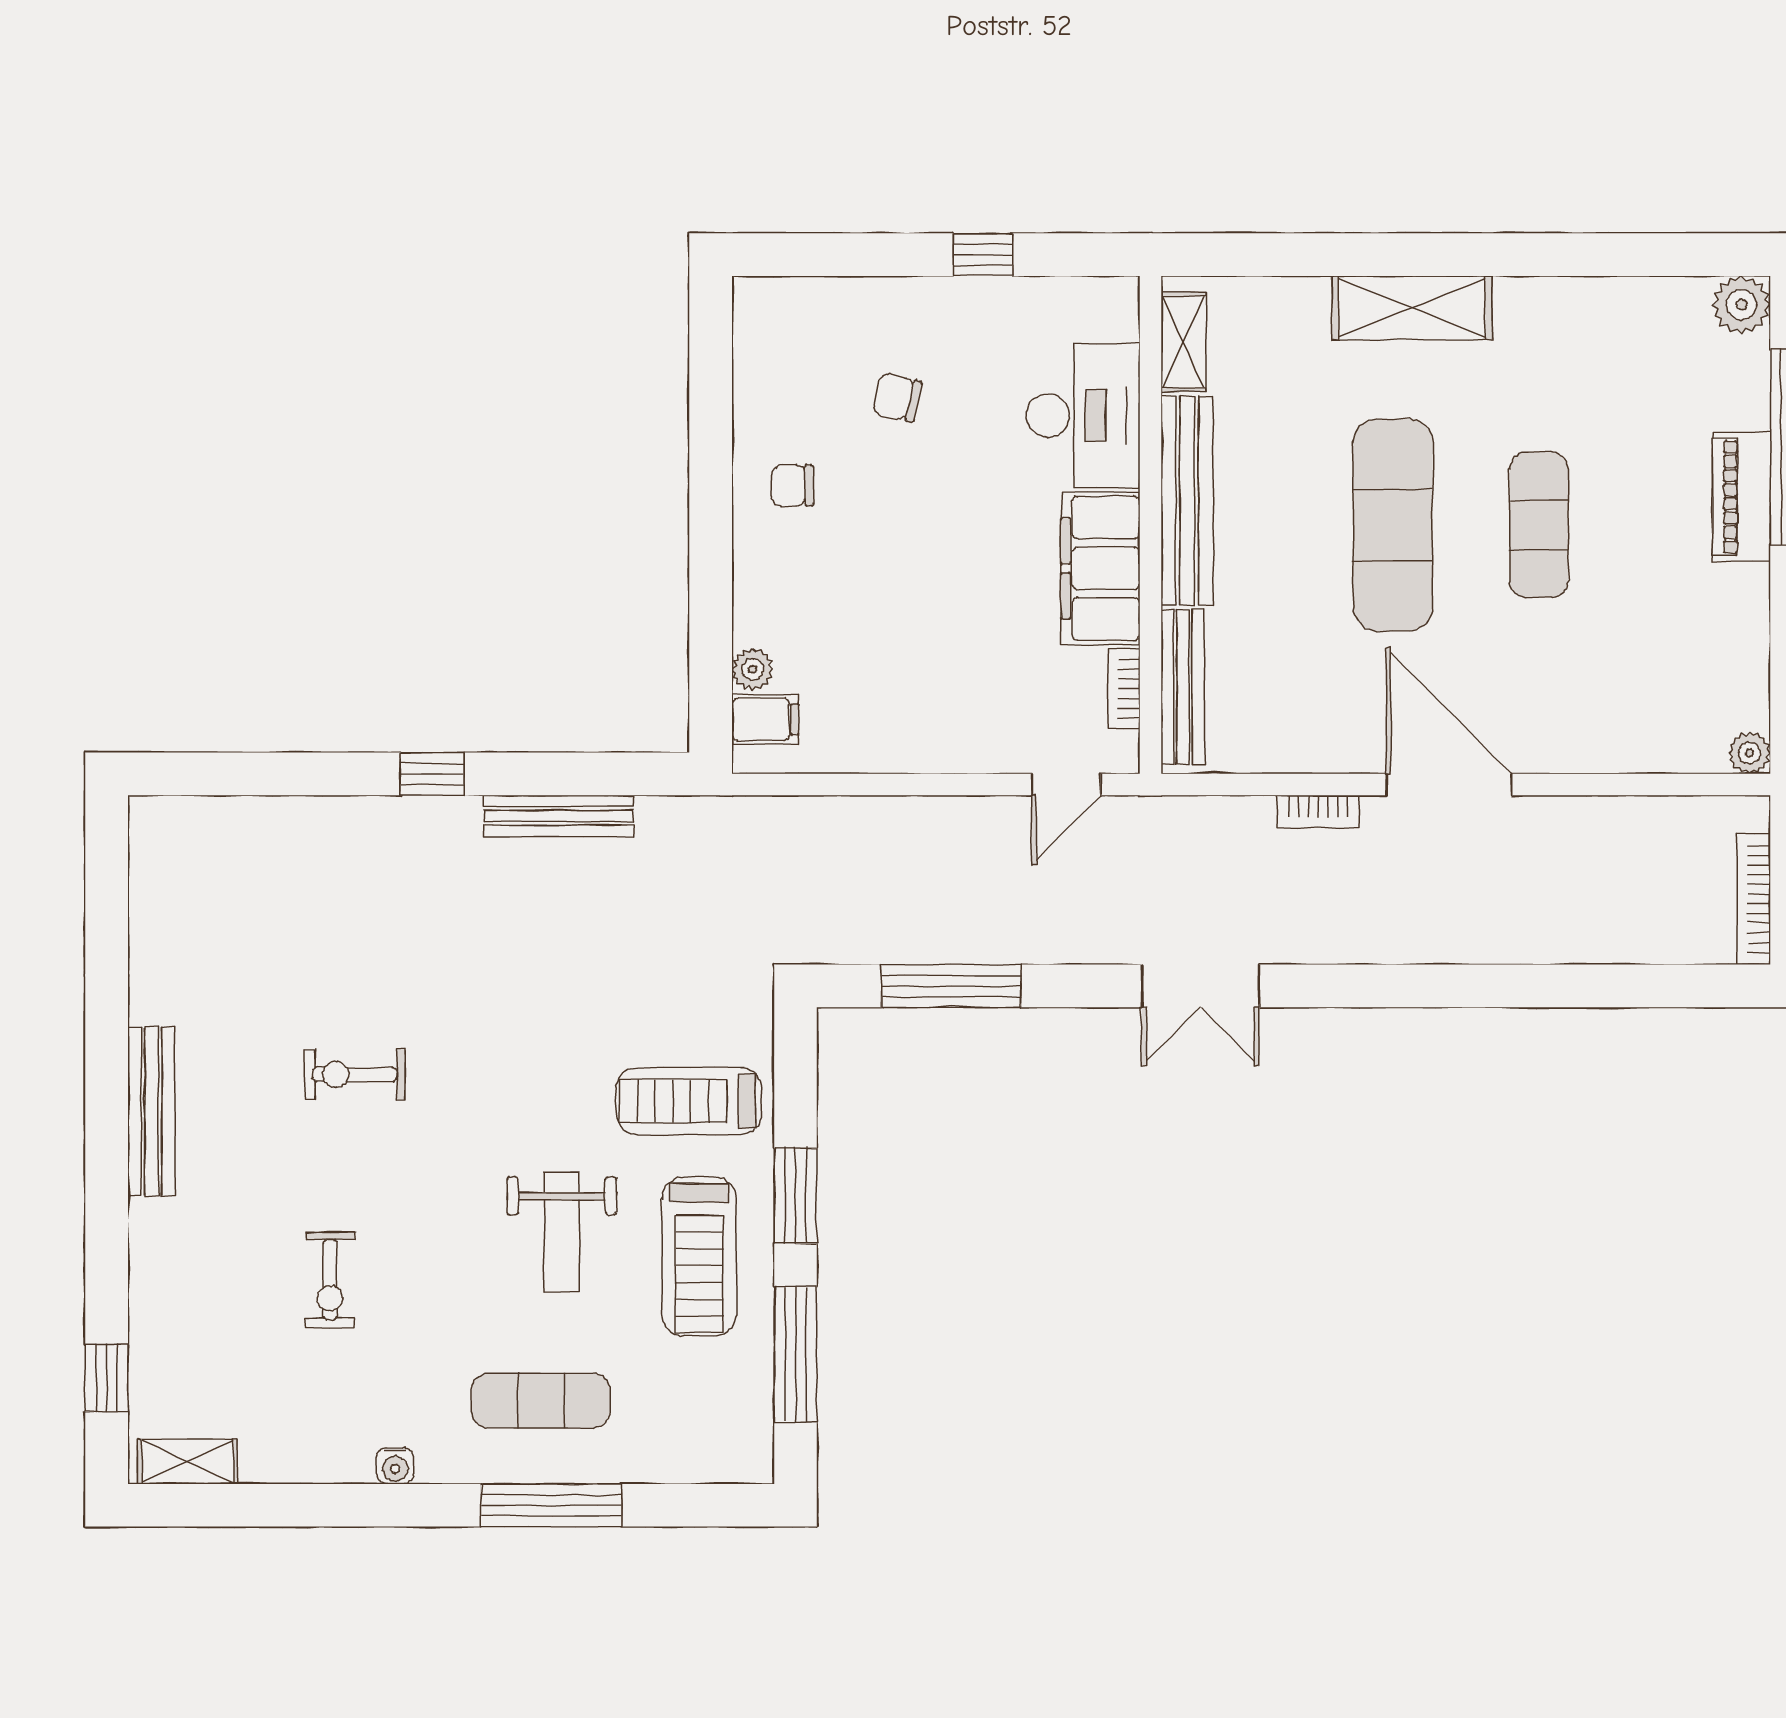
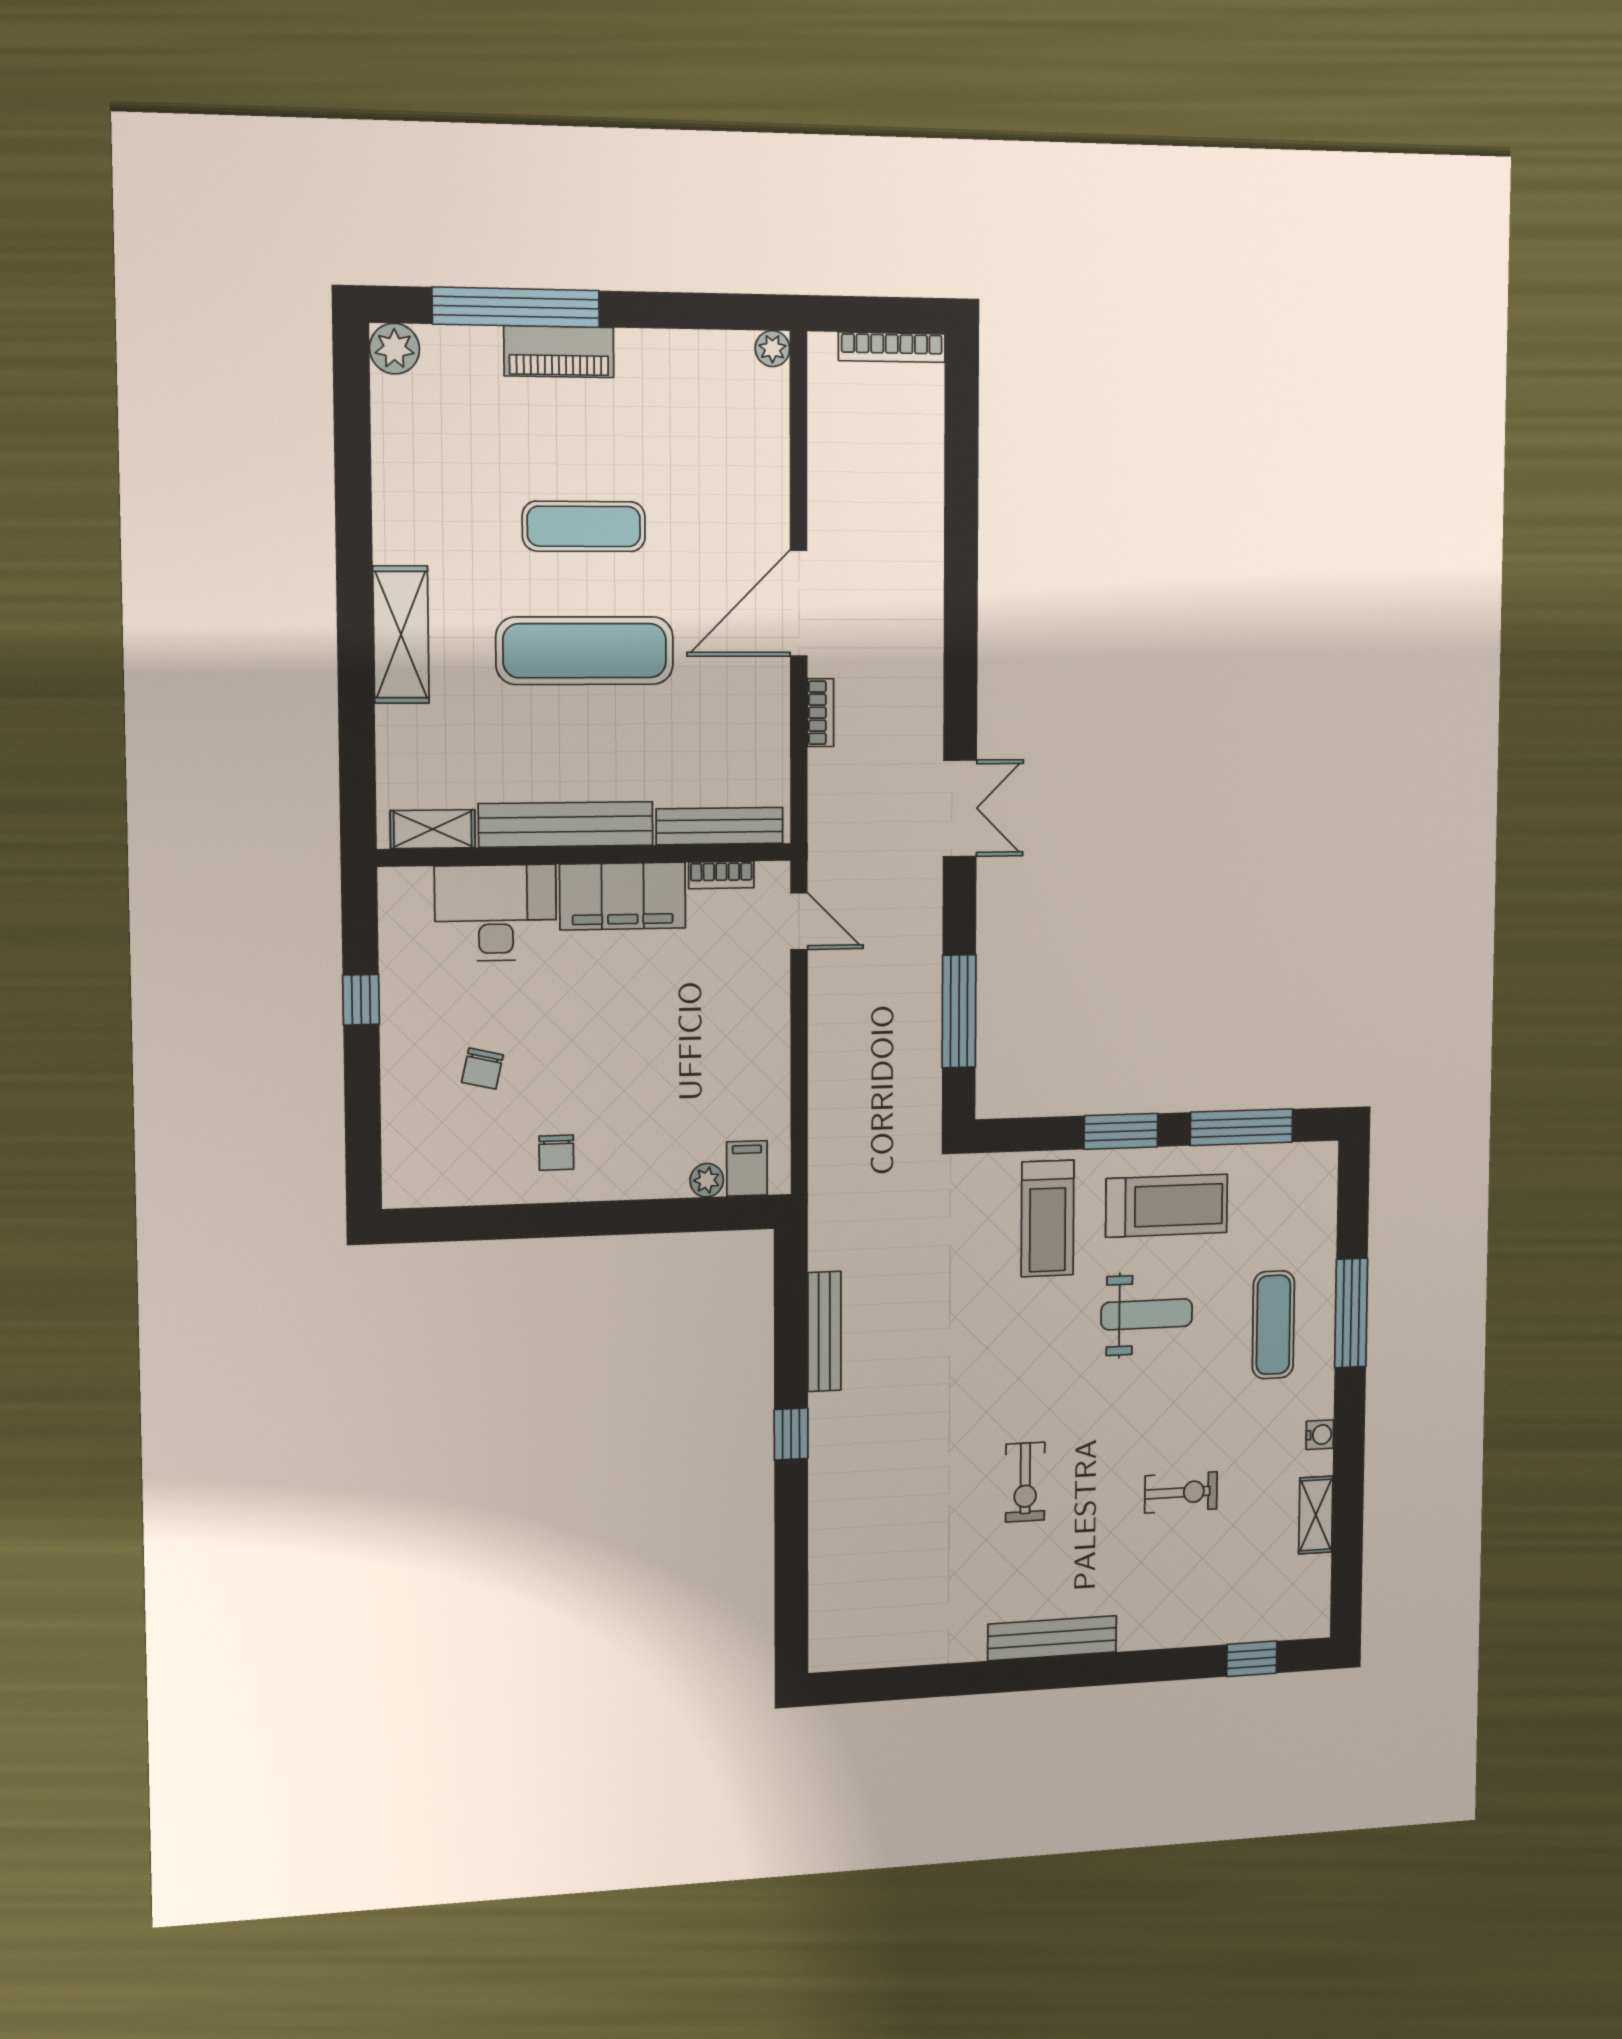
shelving: (188, 1462) -> (1316, 1515), moved

